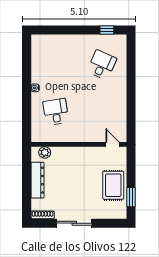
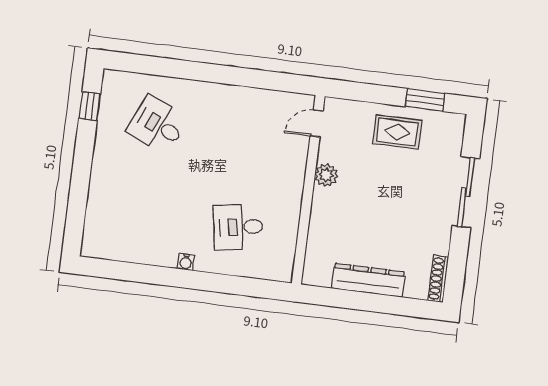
plant: (45, 152) -> (326, 175), moved
rug: (113, 185) -> (397, 132), width x0.73, depth x0.70
sliding door: (74, 223) -> (466, 192), moved

